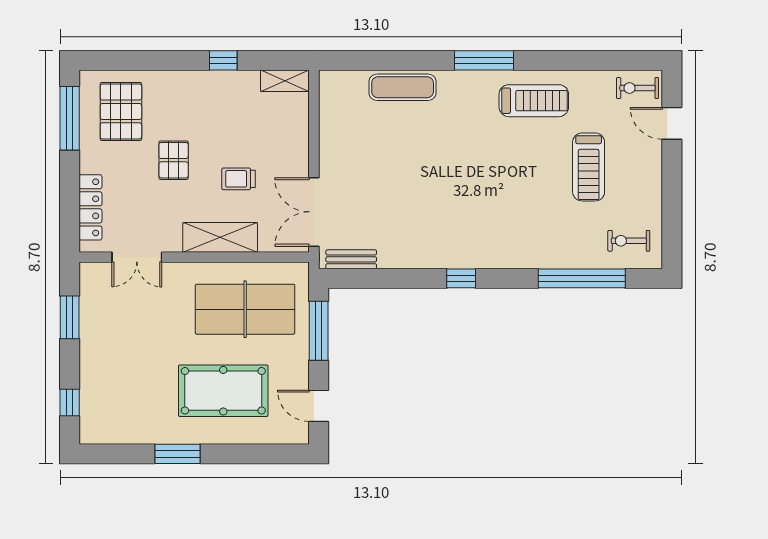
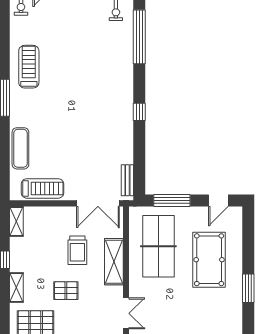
shelving: (179, 81) -> (16, 287), added
treadmill: (589, 167) -> (43, 188), moved
trolley: (238, 179) -> (77, 250), width x1.36, depth x1.39

